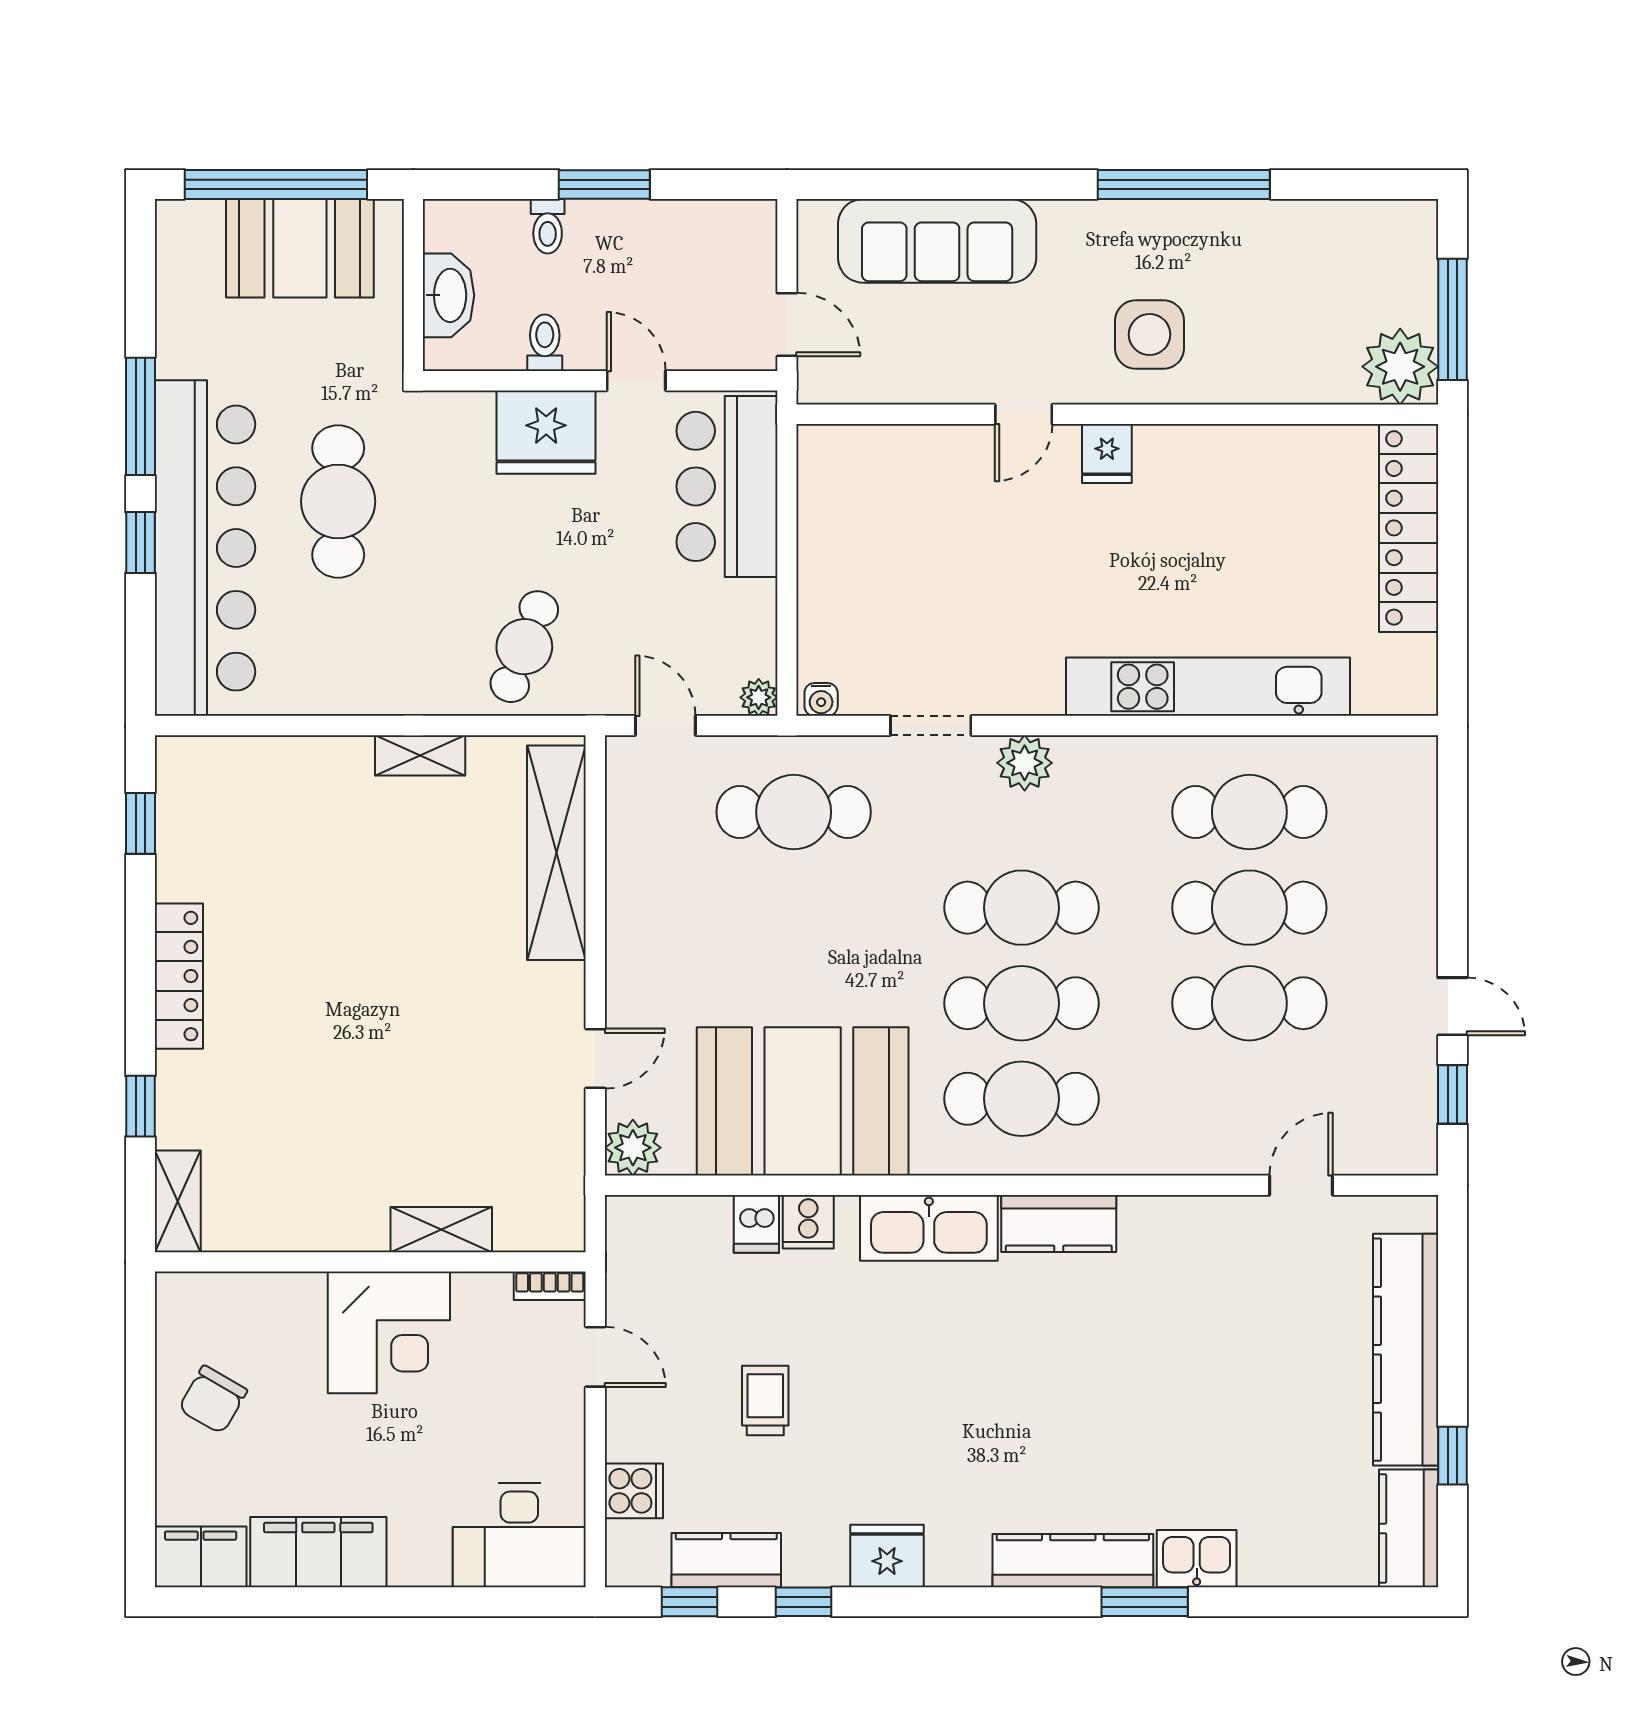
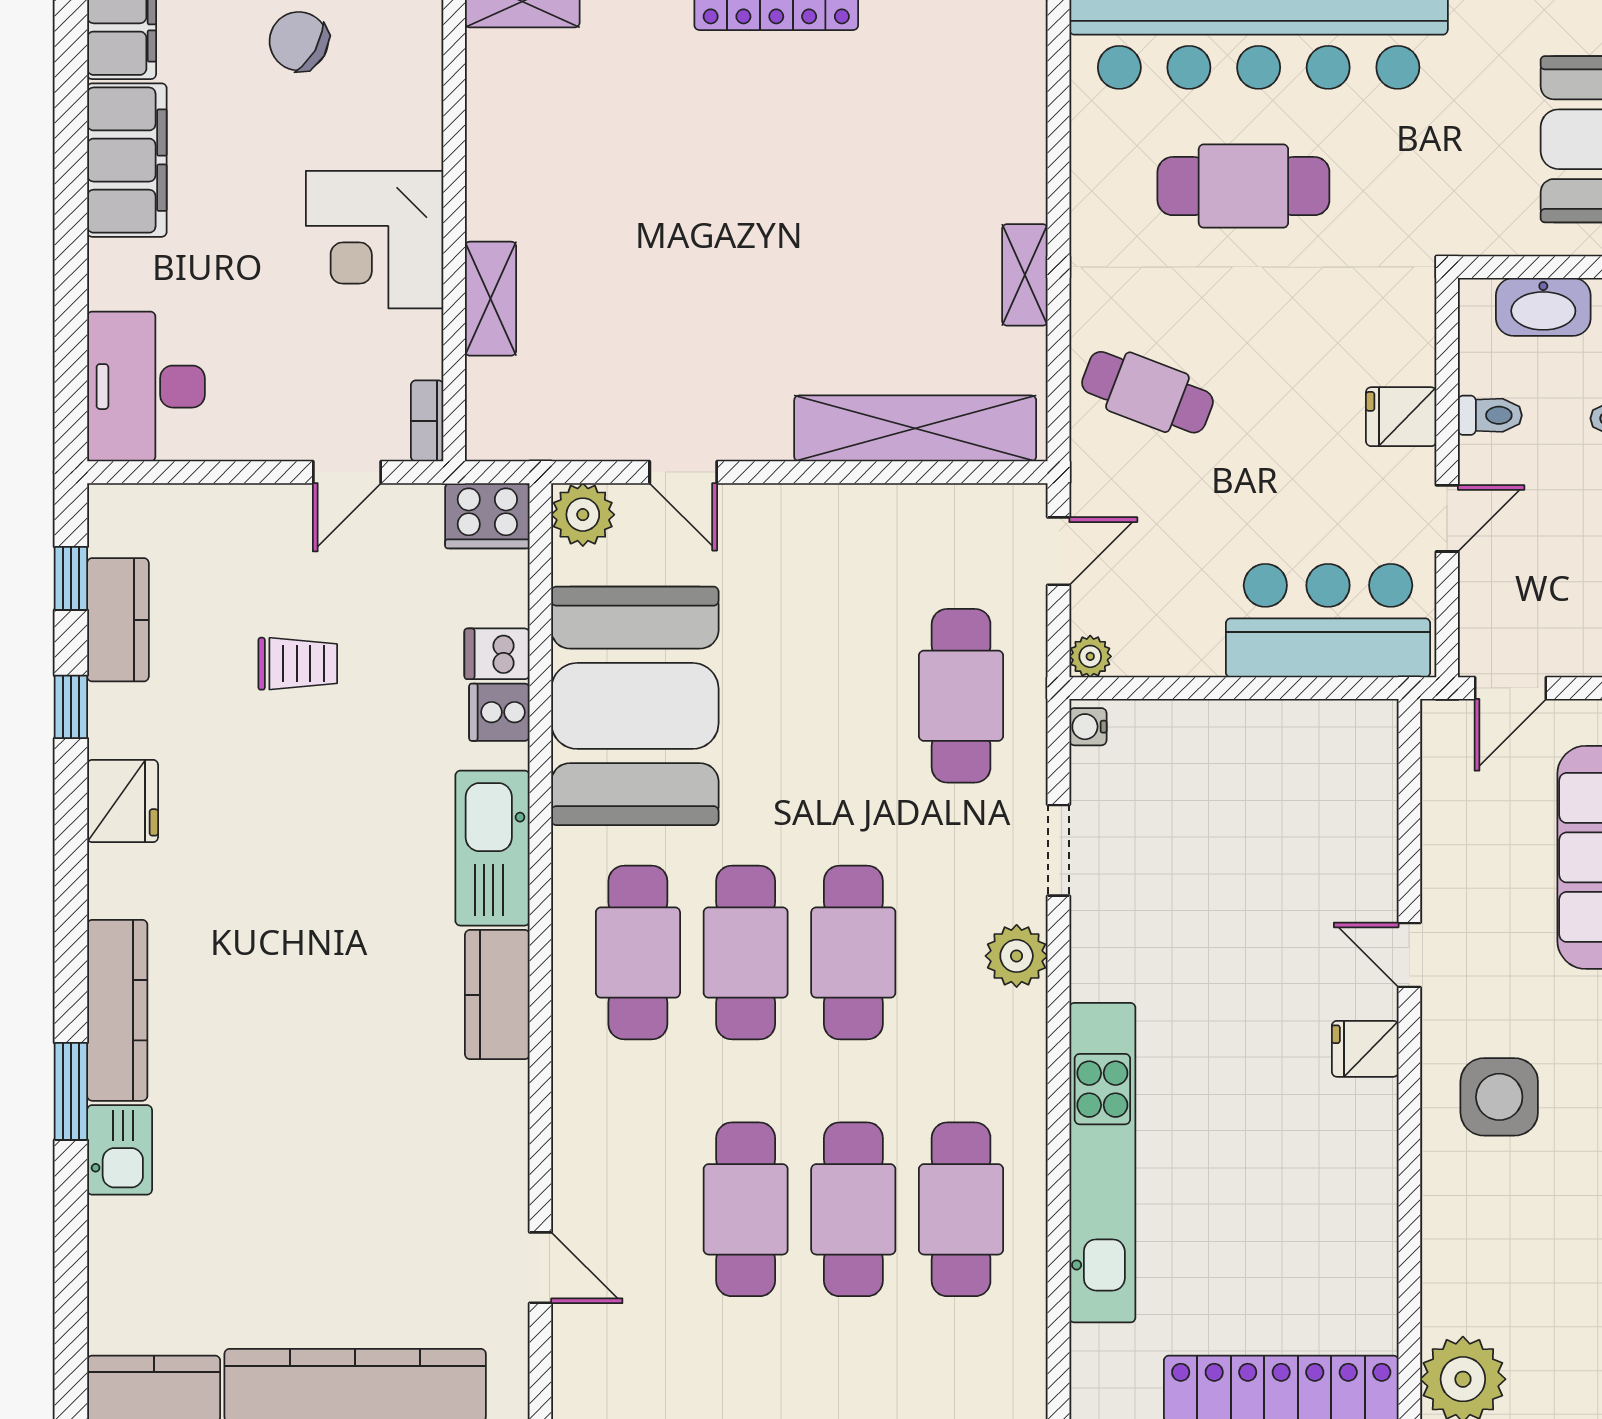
fridge: (546, 432) -> (1401, 417), width x0.53, depth x0.75
cafe table: (338, 501) -> (1243, 186), moved
cooker: (634, 1491) -> (487, 516), moved, width x1.36

